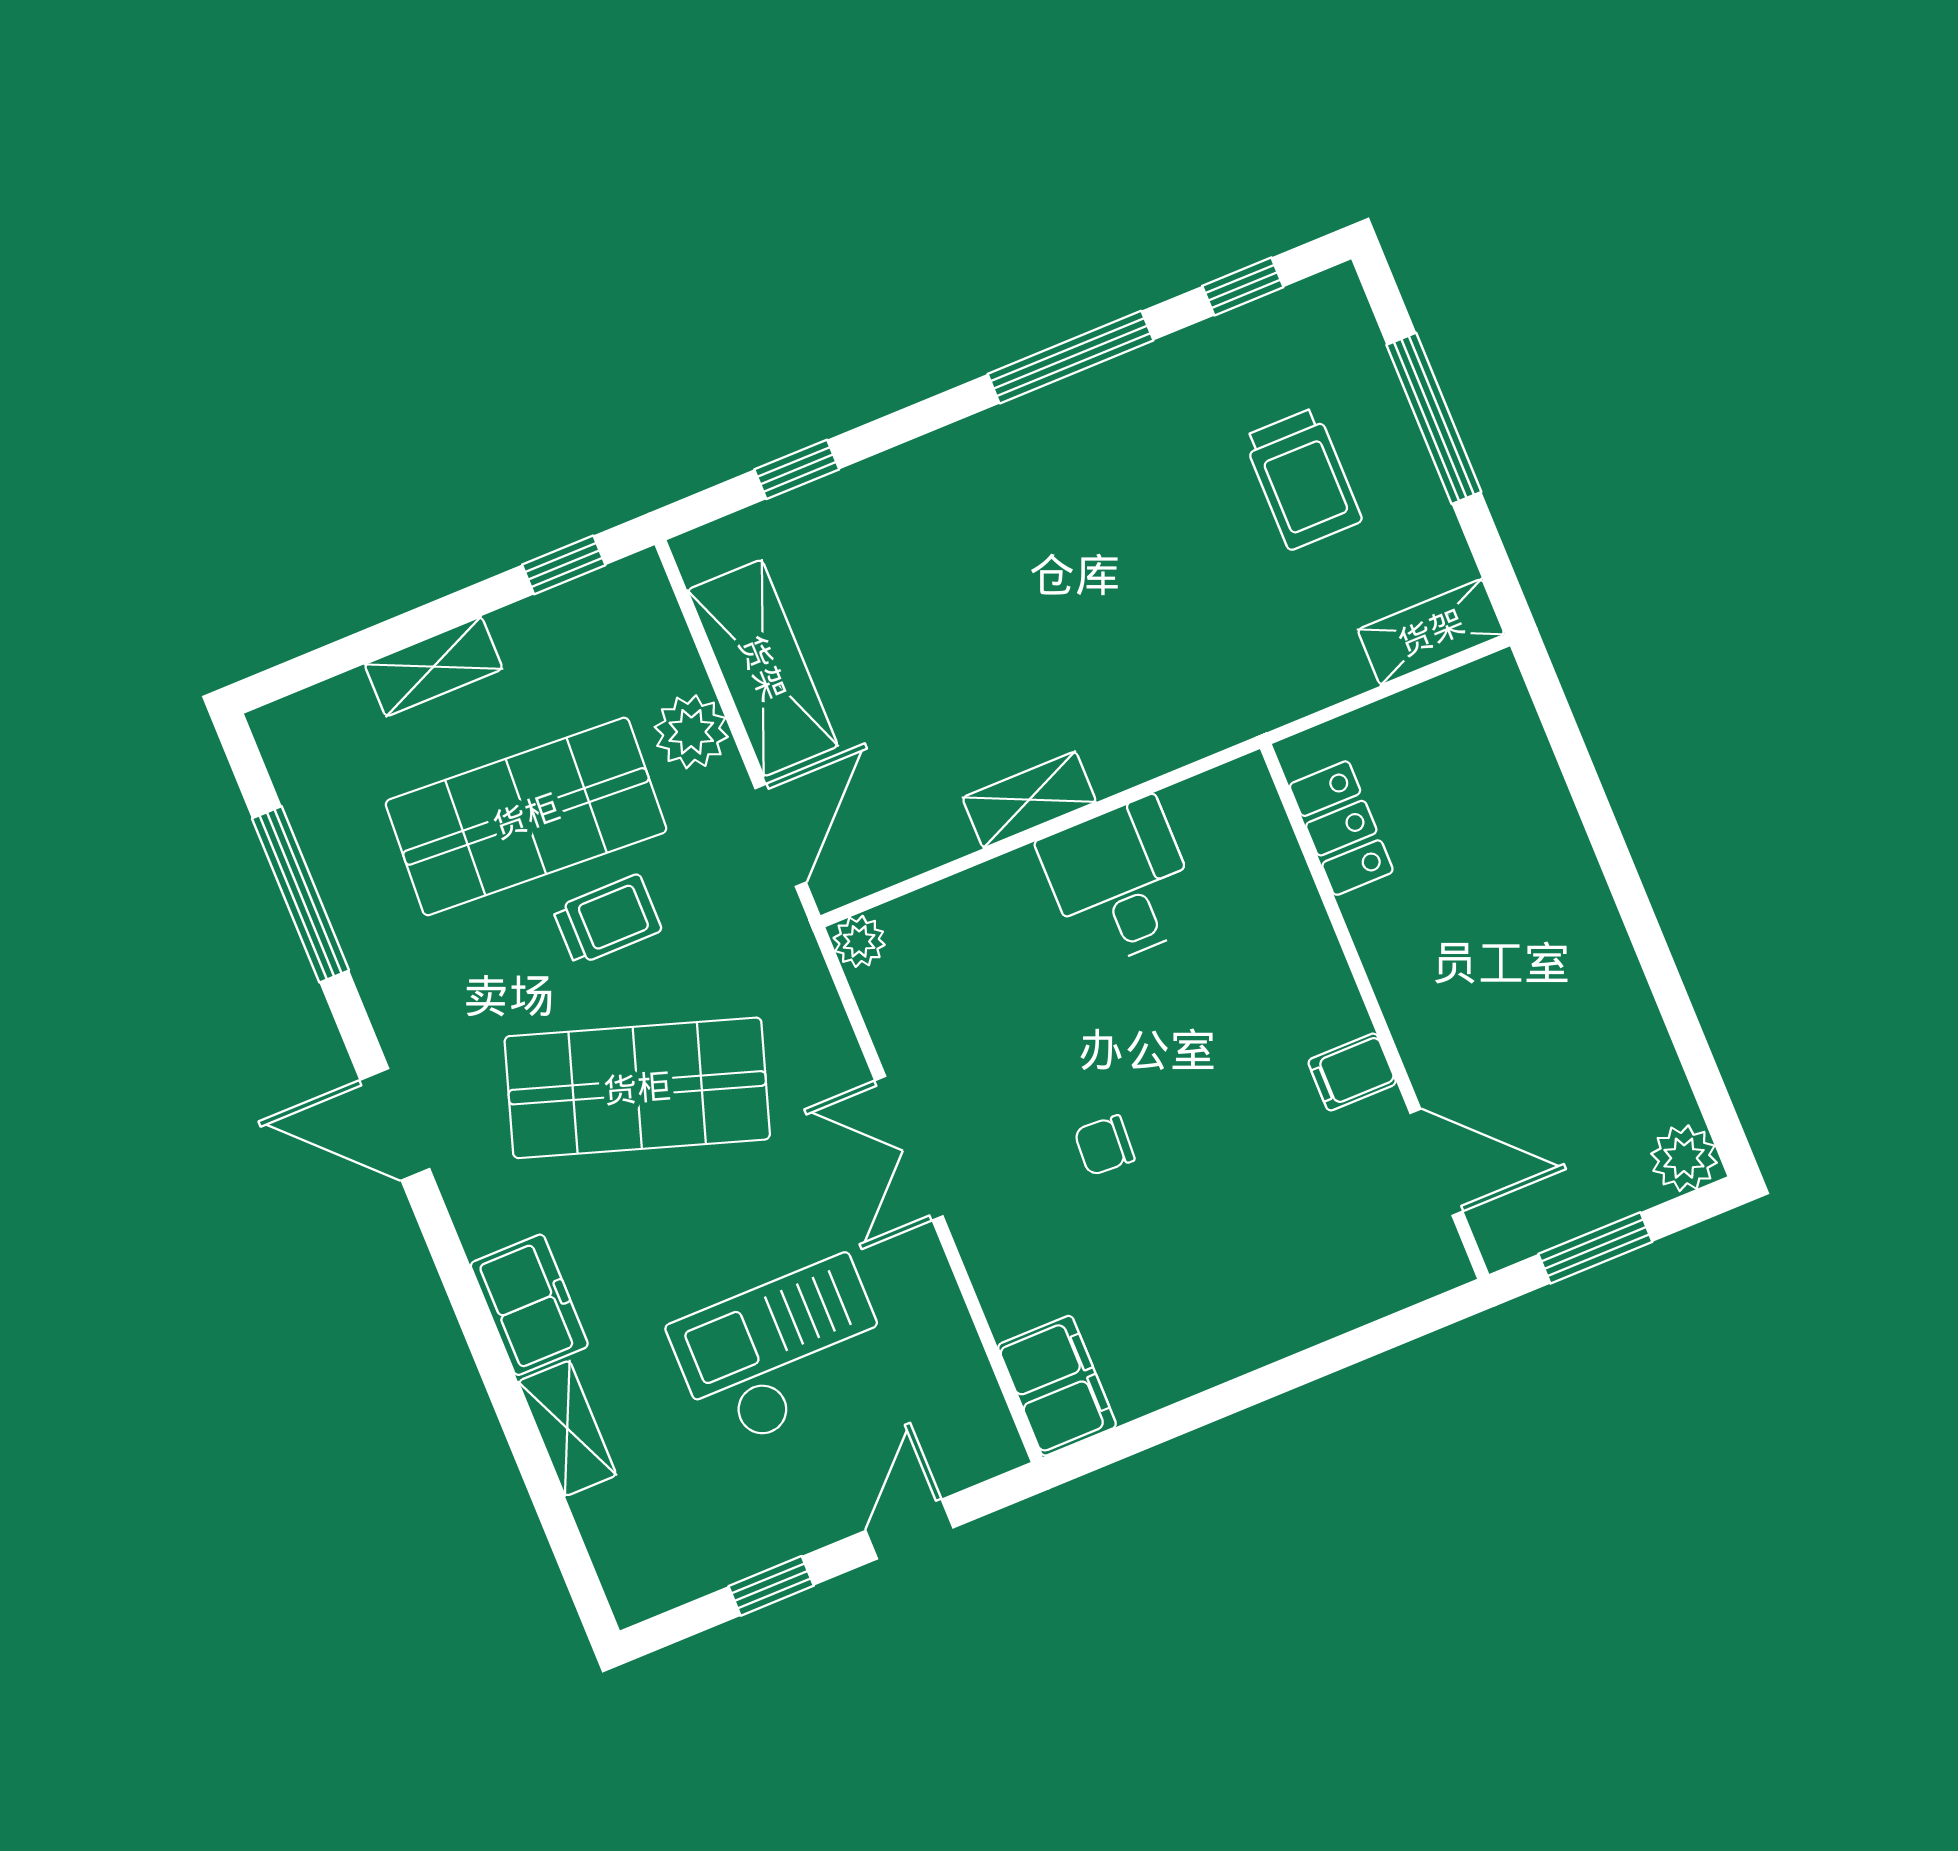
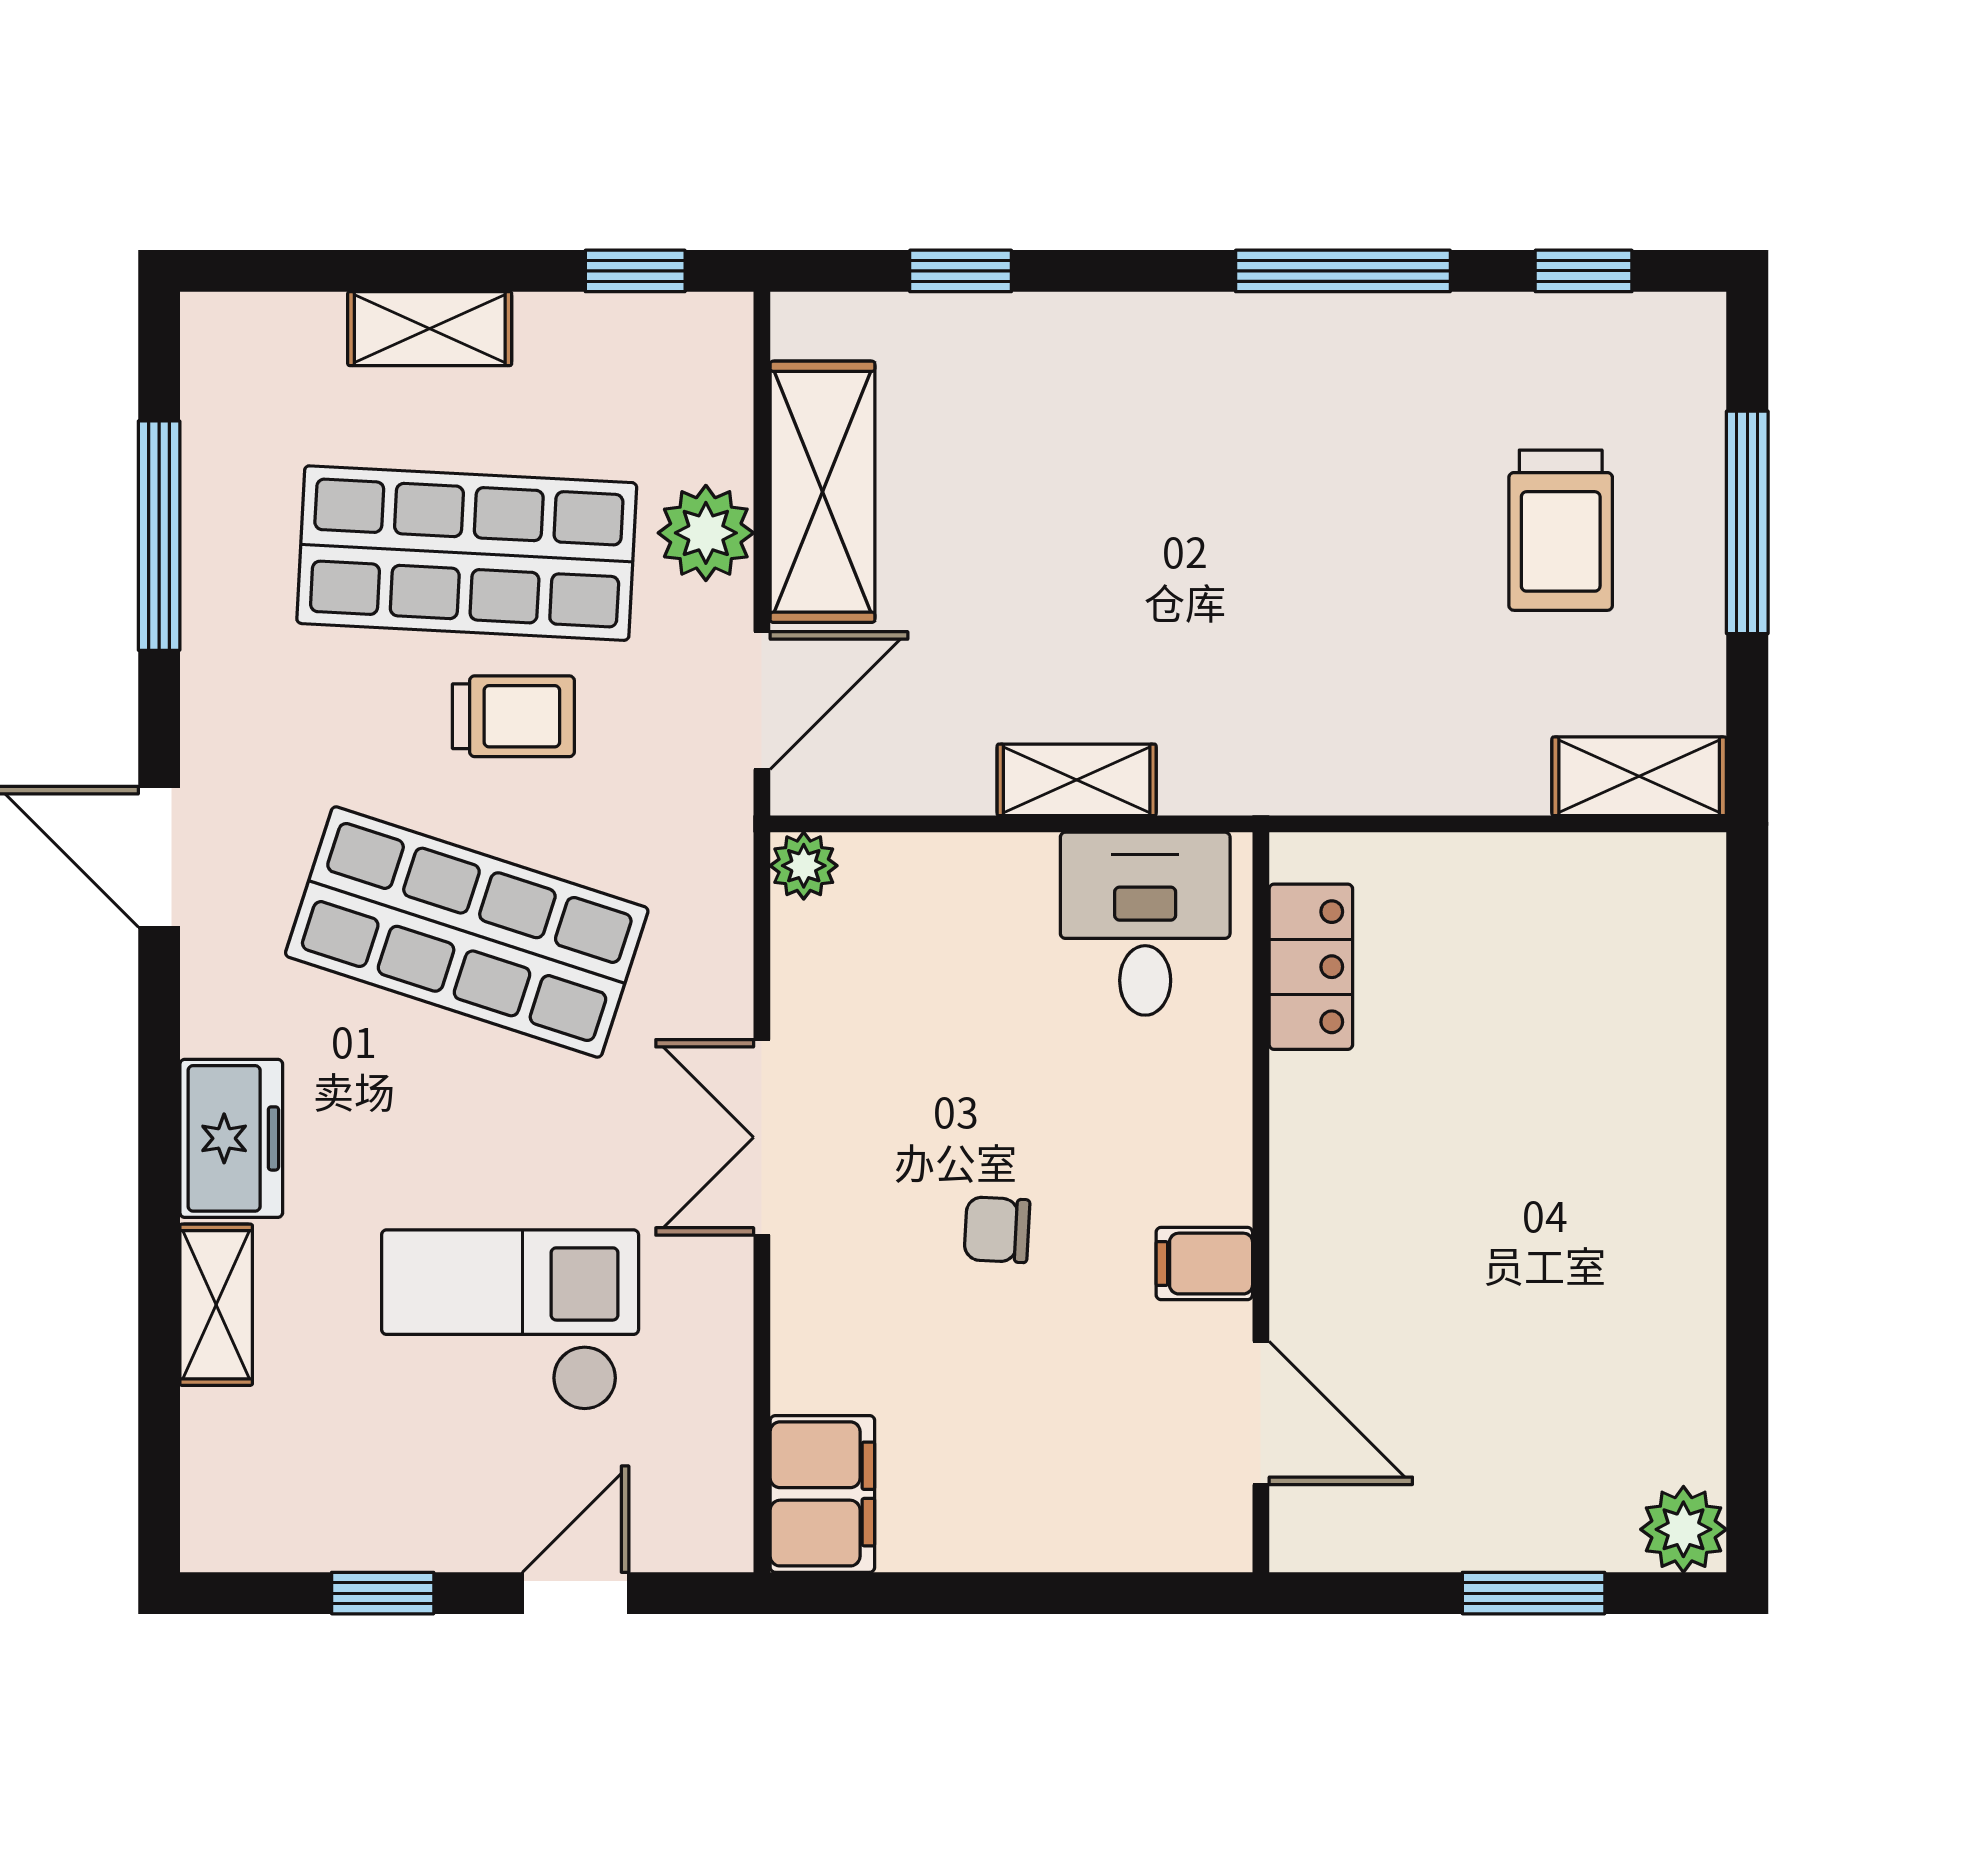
locker: (1341, 828) -> (1311, 967), moved
wall: (1375, 1011) -> (1261, 1202), moved
filing cabinet: (1352, 1072) -> (1204, 1264), moved
door: (1436, 1162) -> (1261, 1413), moved

